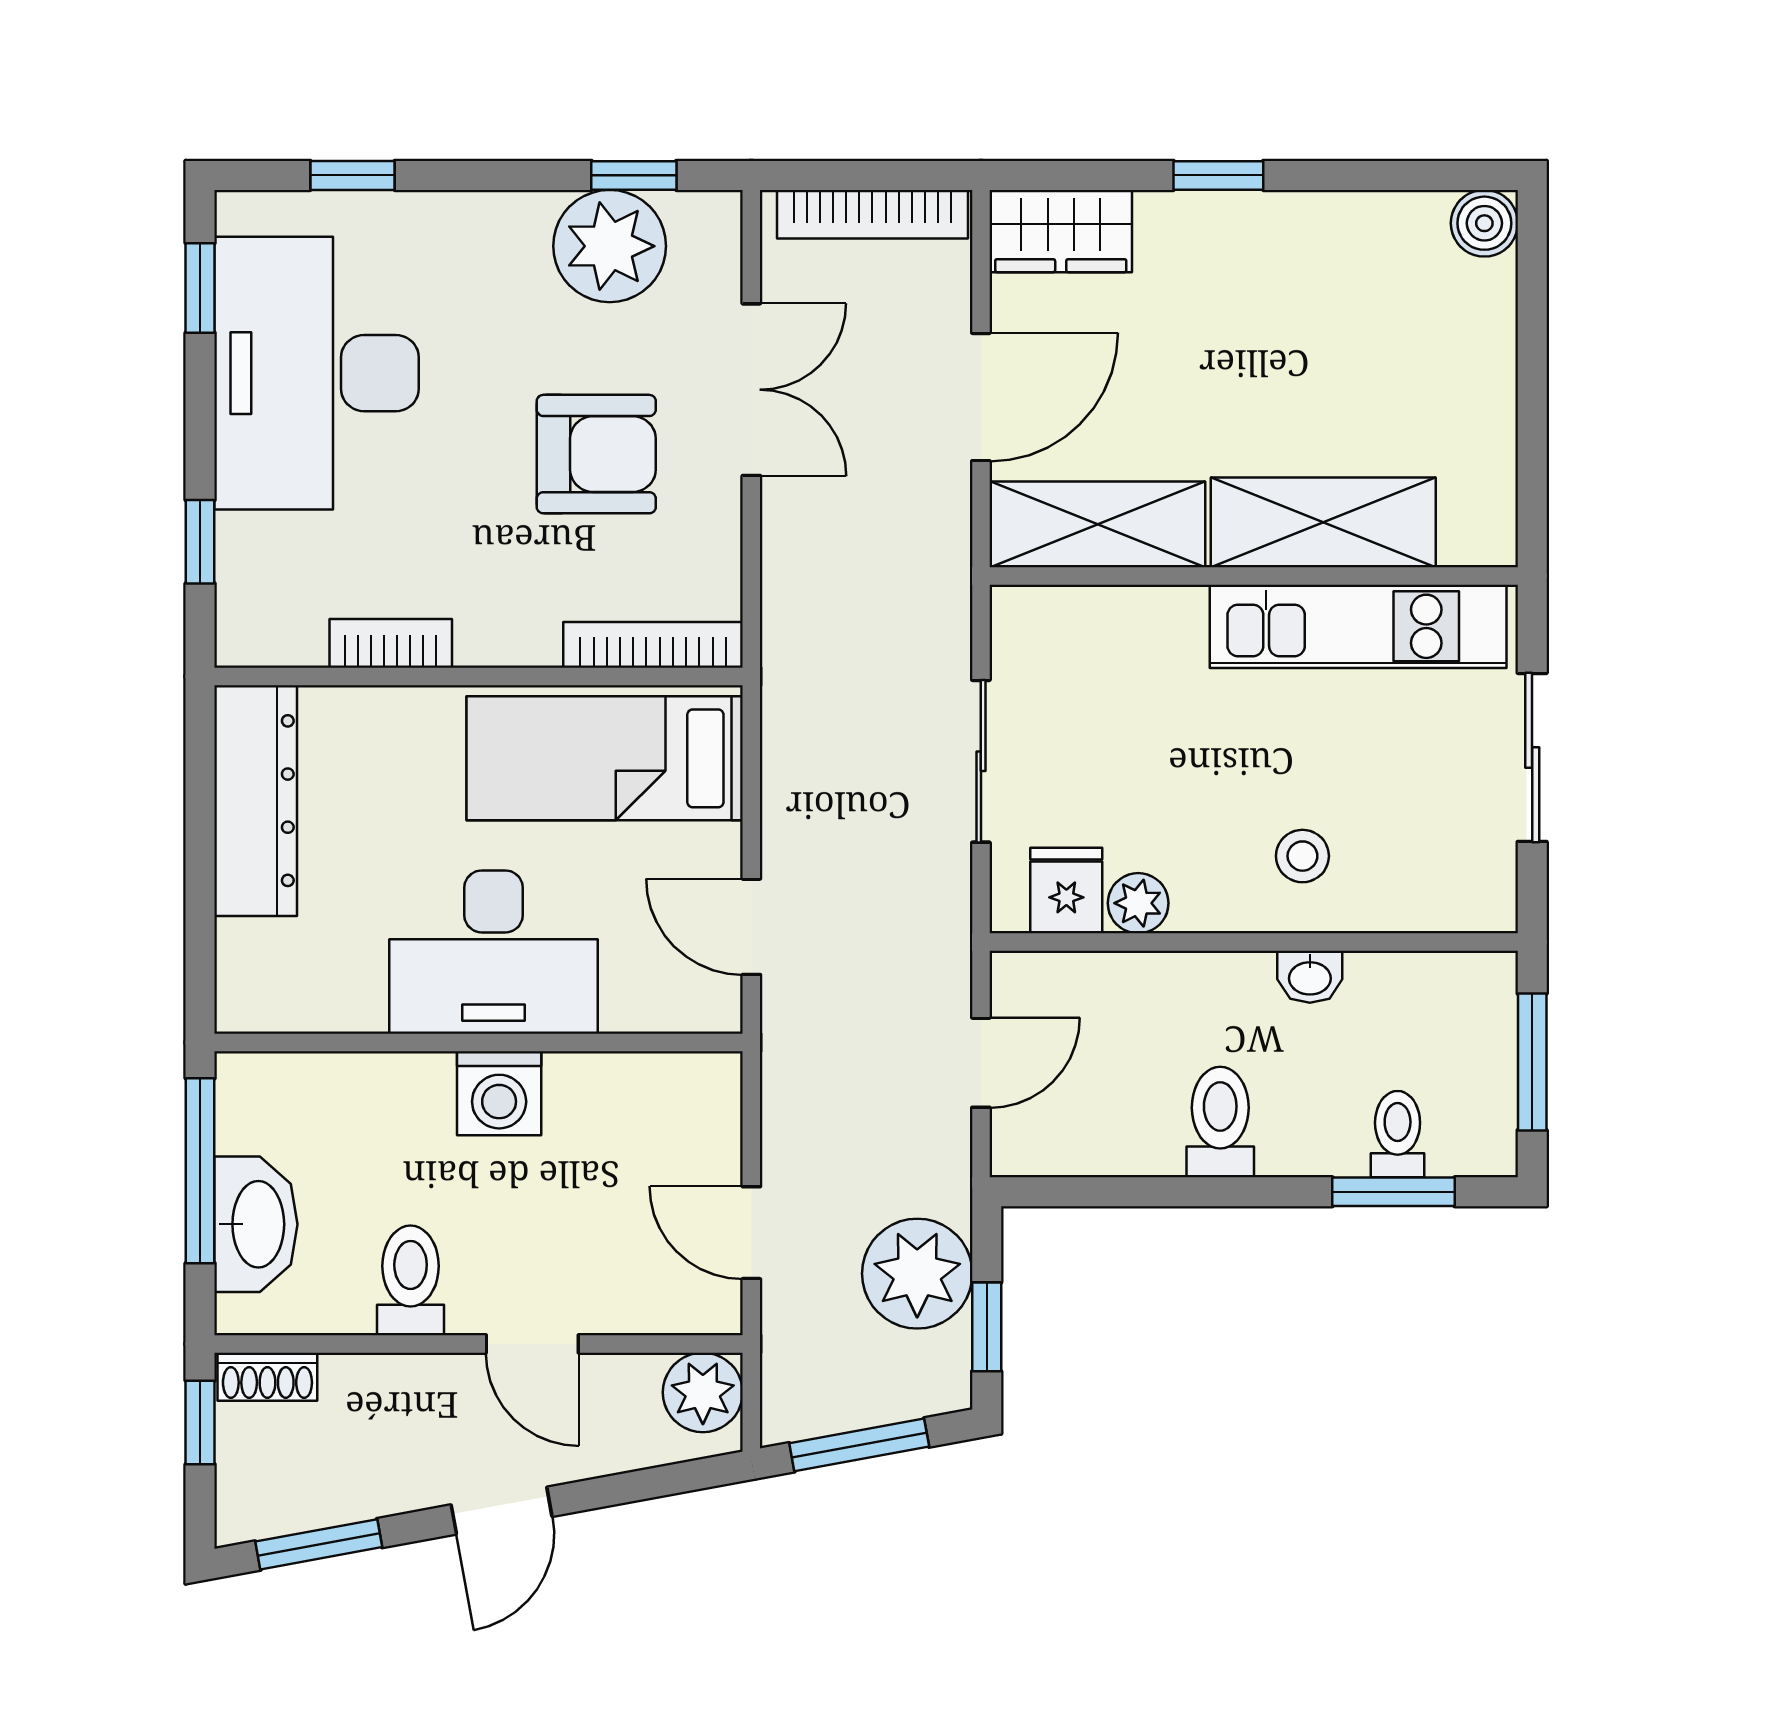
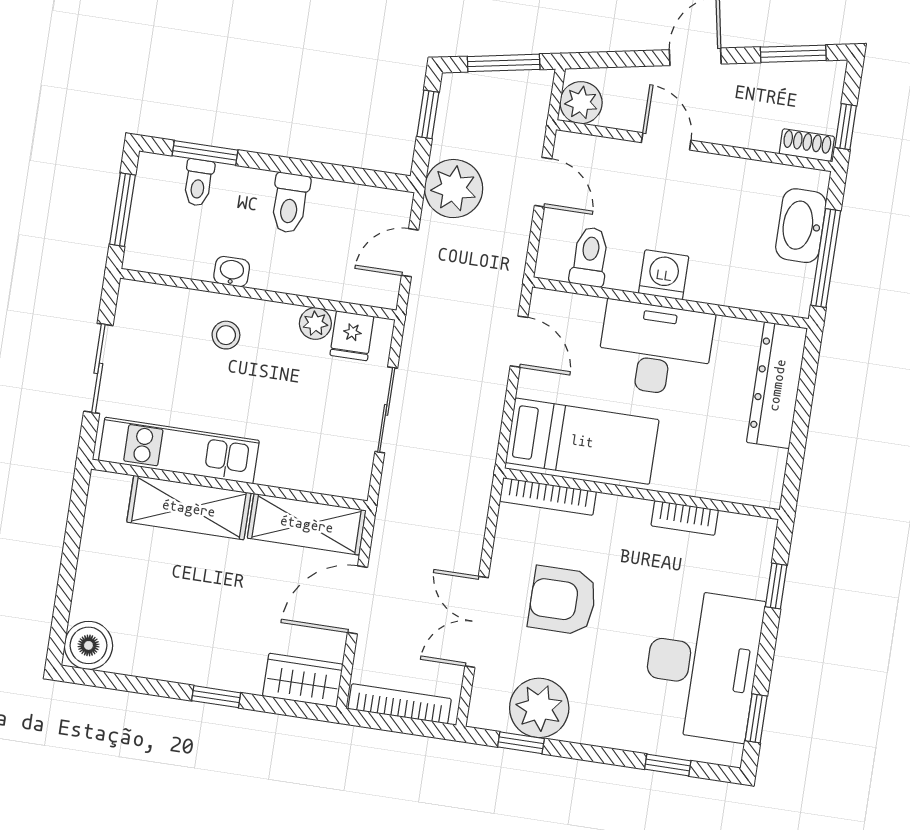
boiler: (1484, 223) -> (88, 645), width x1.36, depth x1.36
dresser: (256, 801) -> (777, 385), moved
plant: (917, 1274) -> (454, 189), moved
toilet: (411, 1280) -> (590, 257), moved, turned 180

